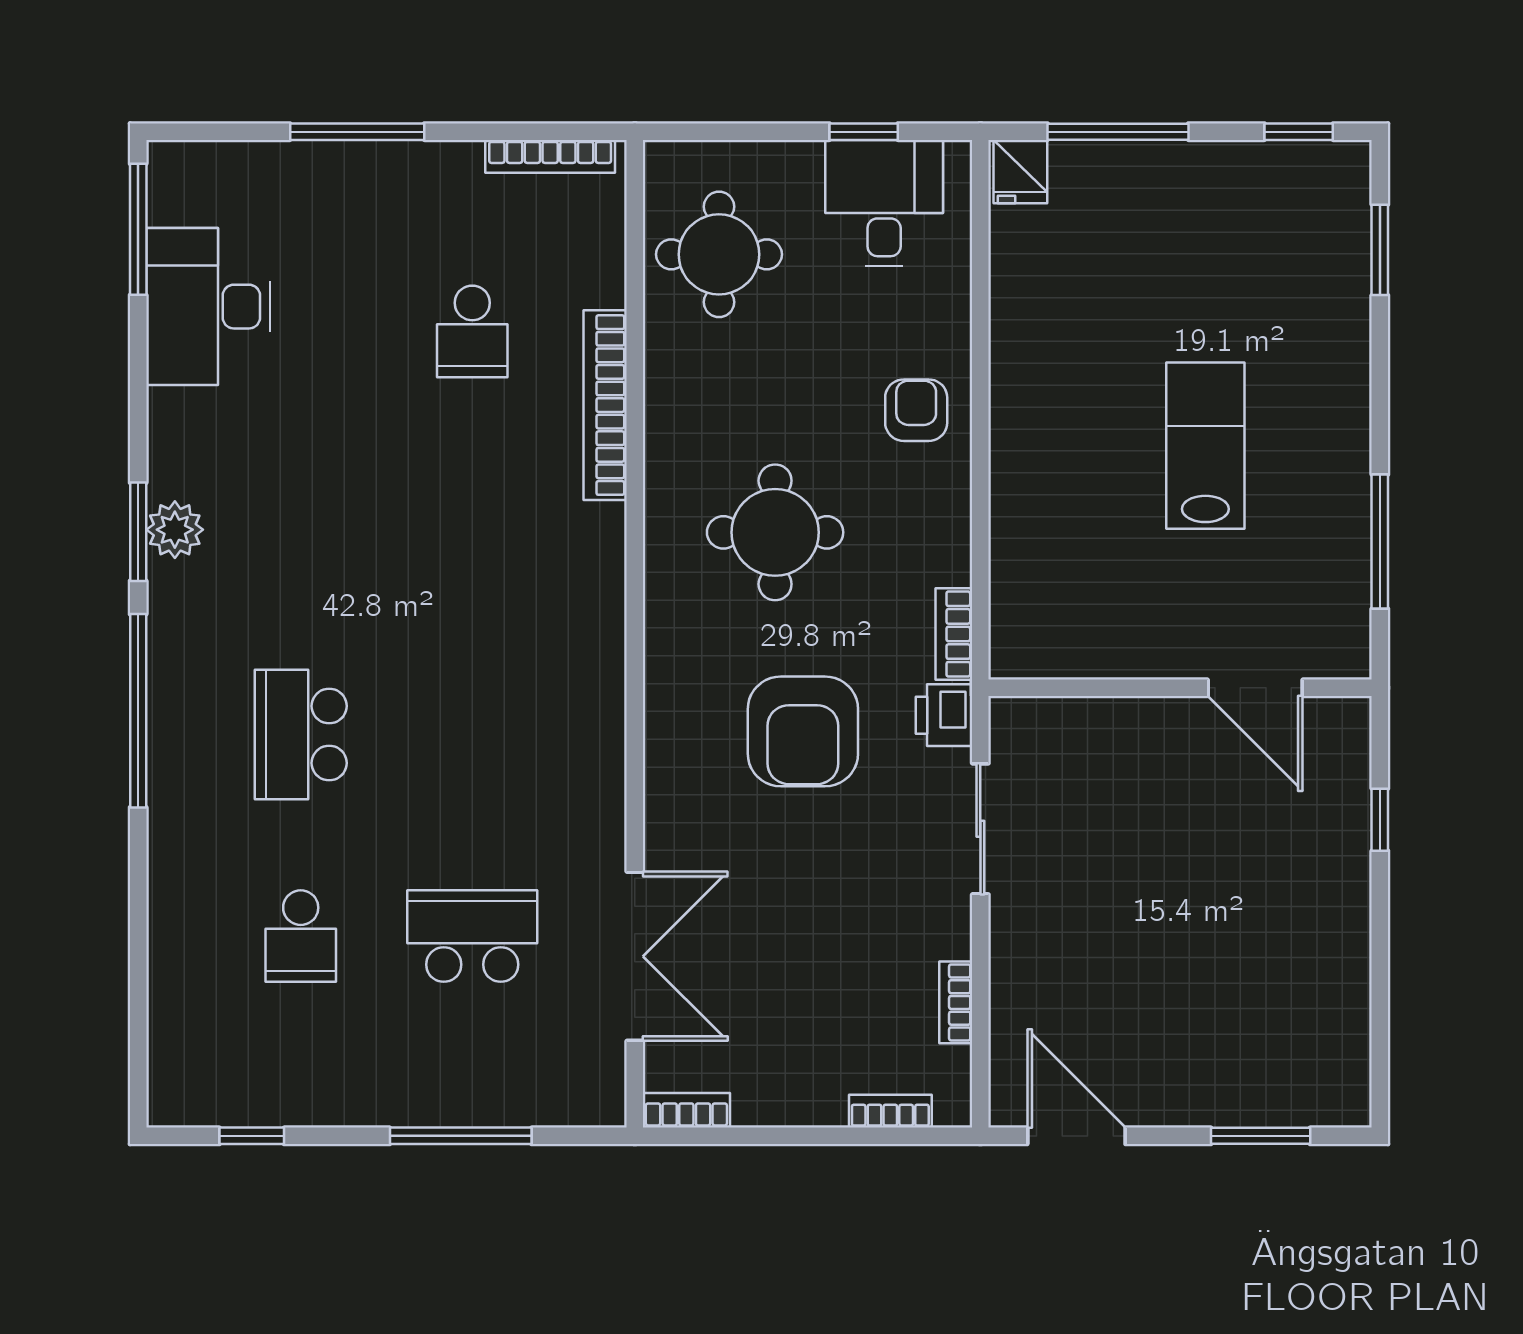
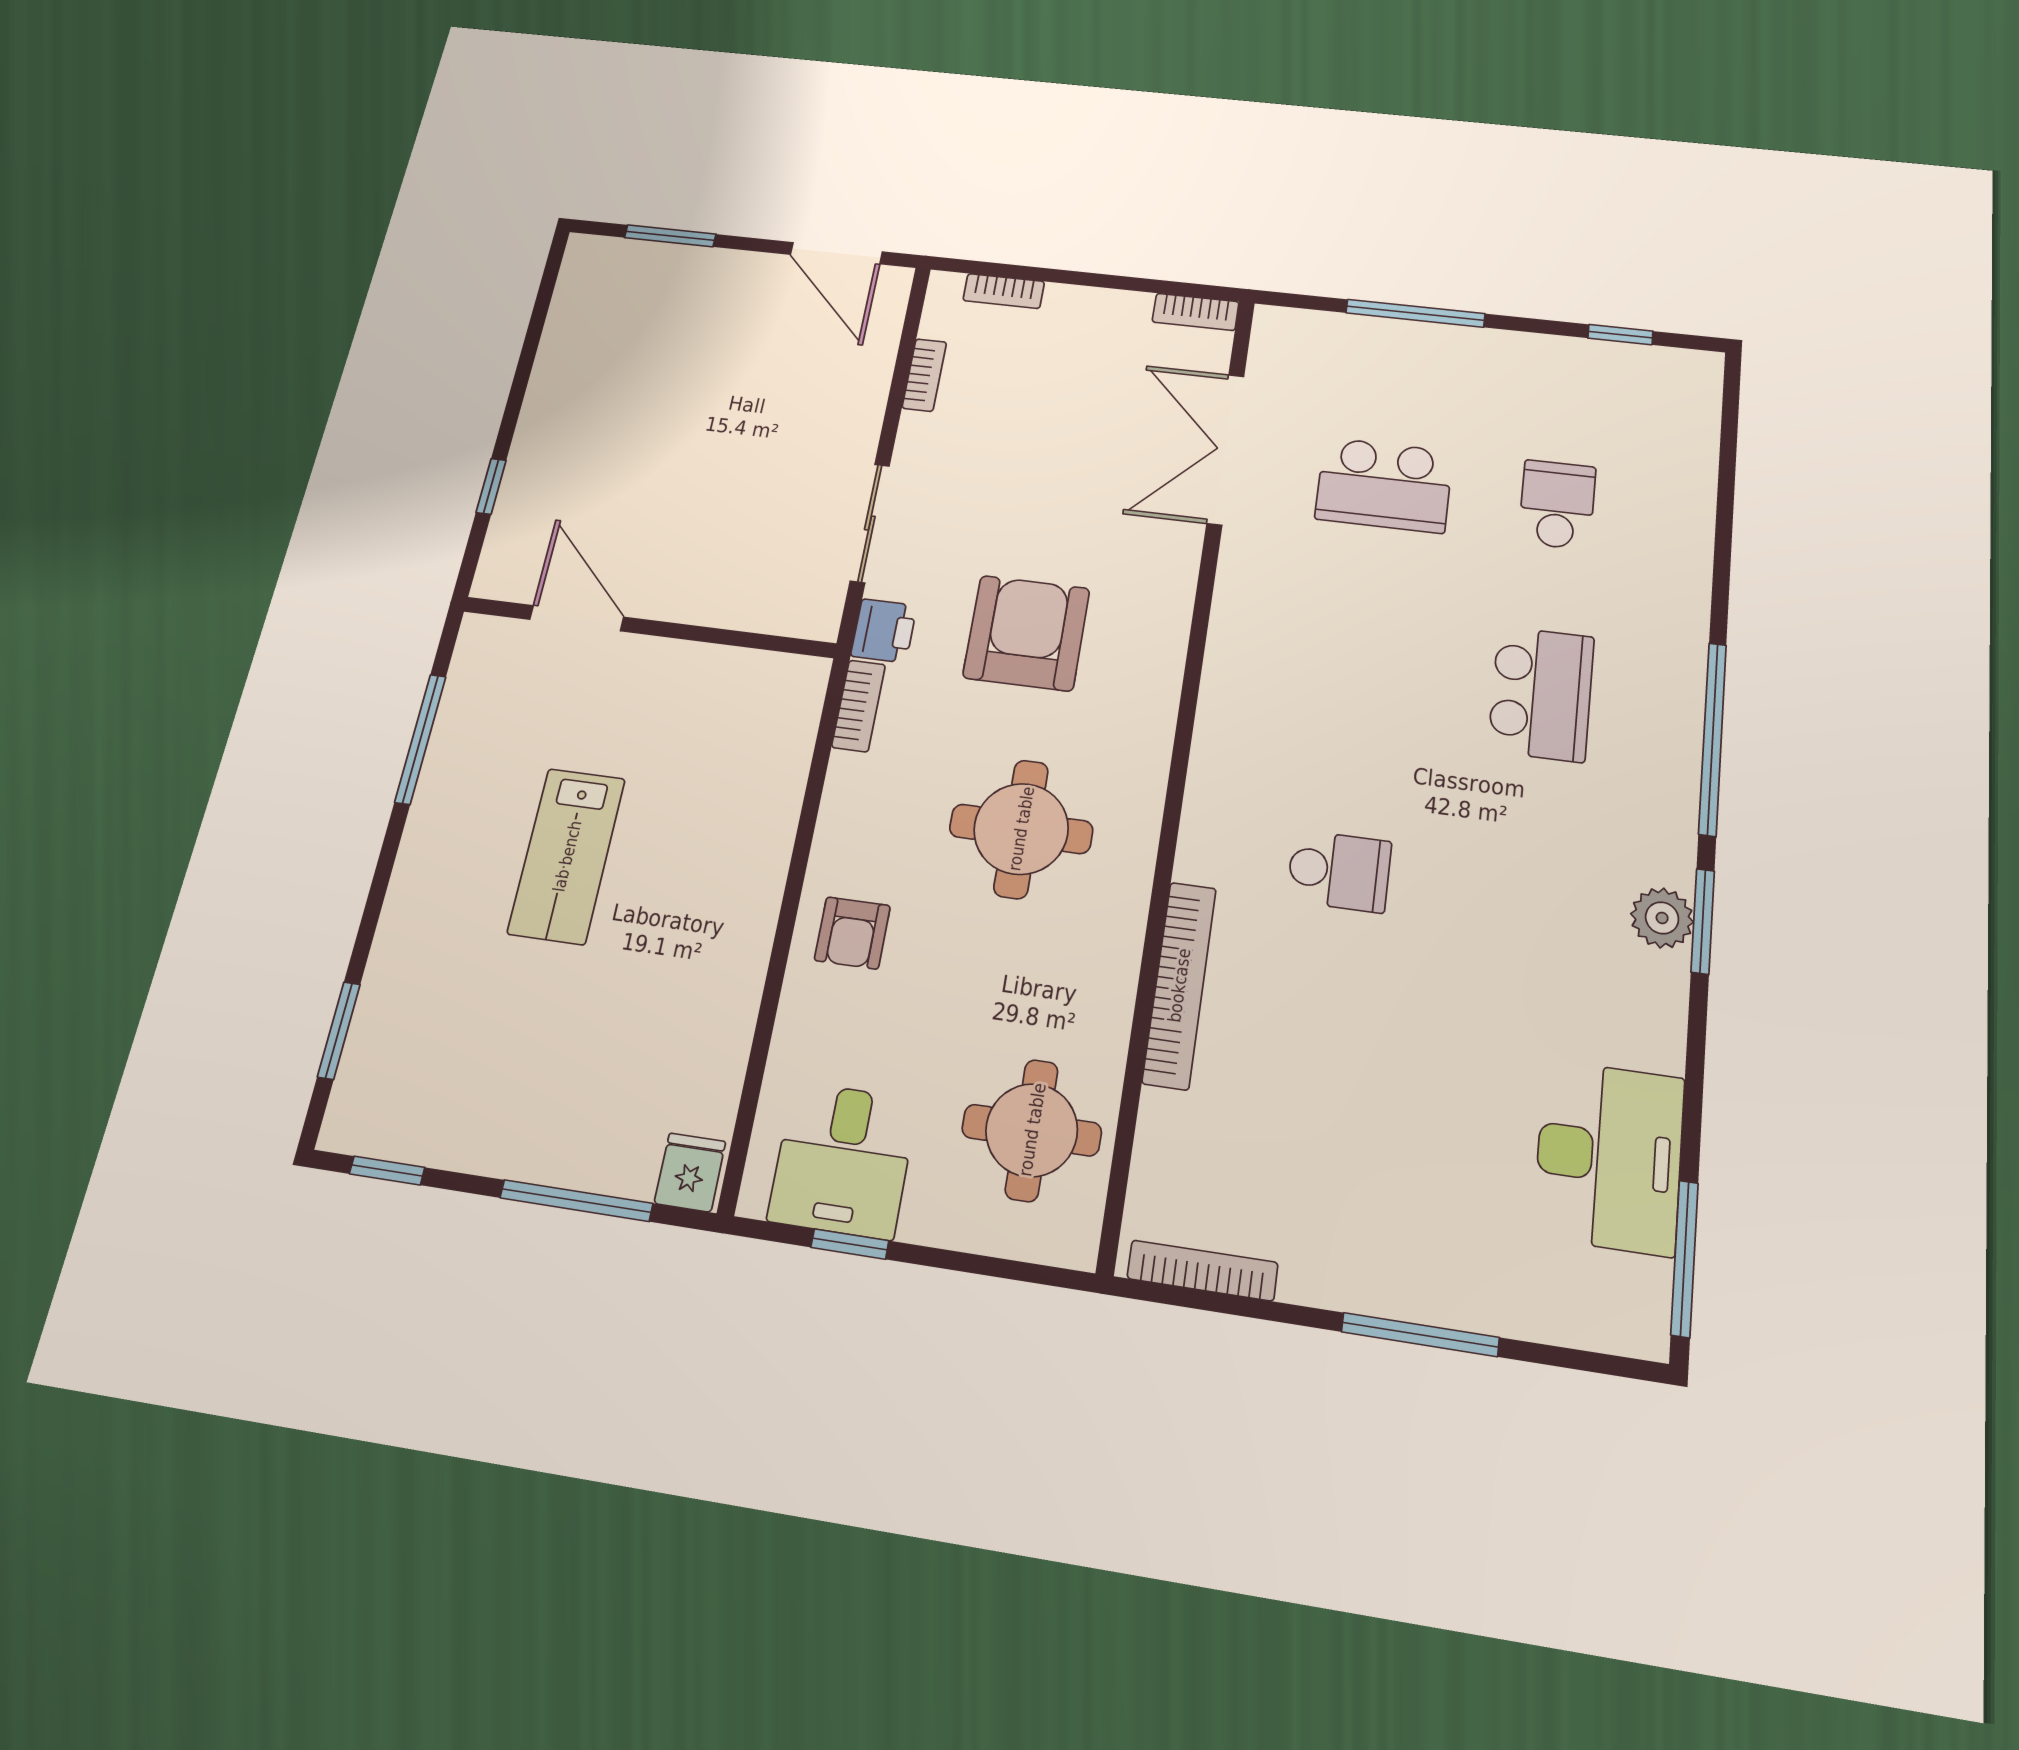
school desk: (472, 331) -> (1339, 871), moved, turned 90

